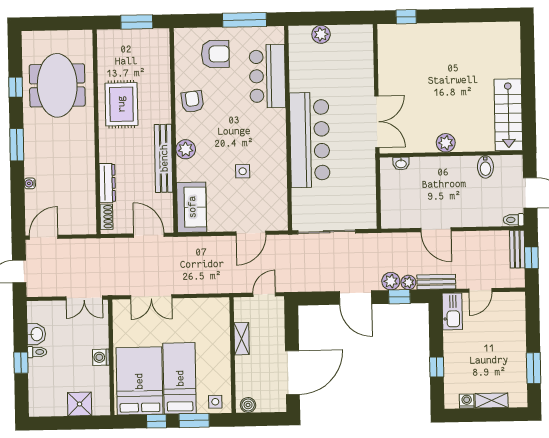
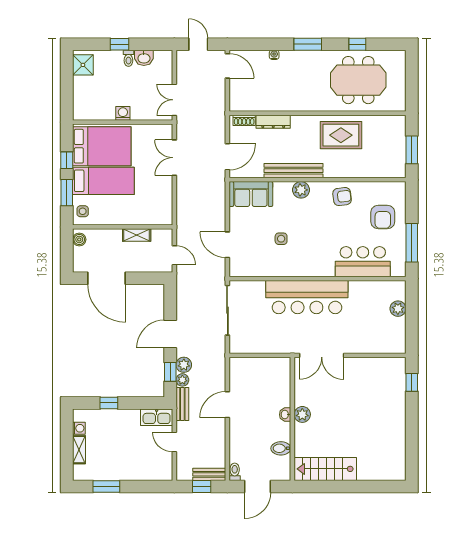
washbasin: (401, 164) -> (285, 415), moved
shower: (80, 404) -> (83, 65), moved

